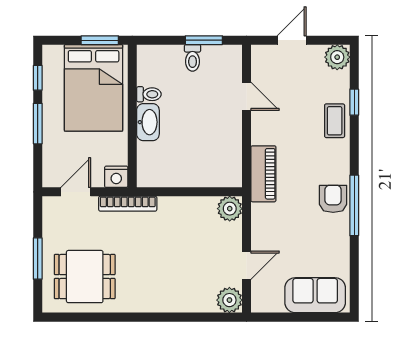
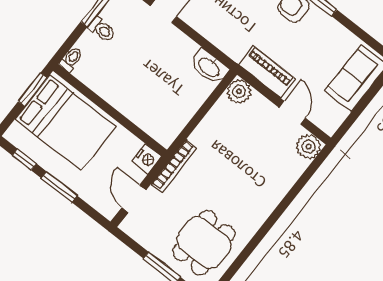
toilet: (149, 94) -> (71, 59), moved
washbasin: (148, 122) -> (209, 67), moved, turned 180
piano: (263, 174) -> (267, 72), moved

